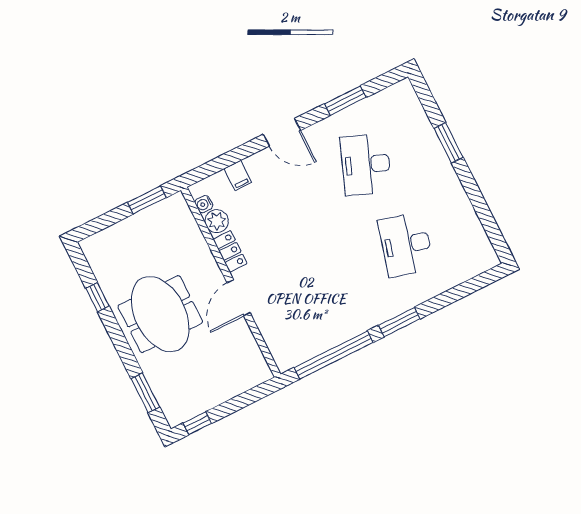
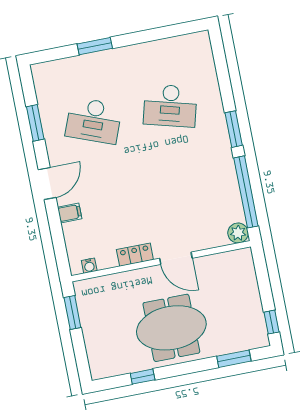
filing cabinet: (238, 175) -> (70, 213), moved
plant: (217, 221) -> (238, 233), moved

